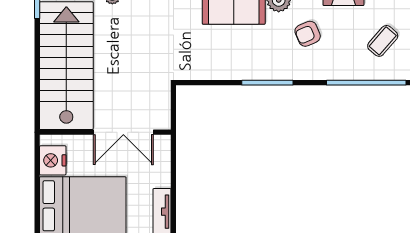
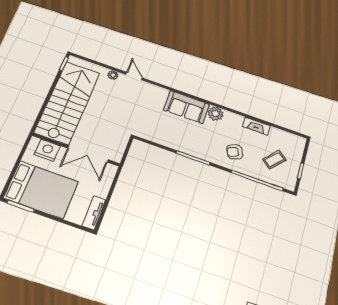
armchair: (308, 34) -> (235, 152), moved
nightstand: (53, 160) -> (47, 150), moved, turned 90

